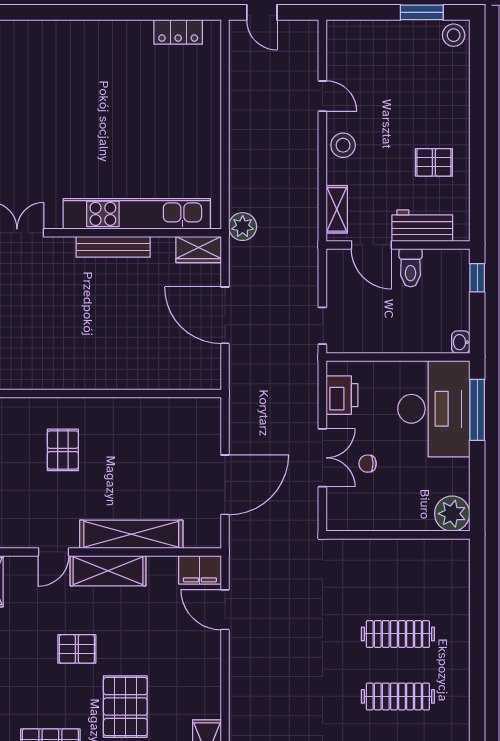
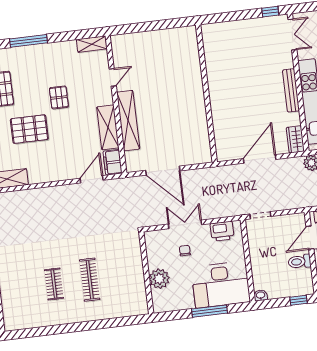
window: (477, 410) -> (209, 311), moved
pallet: (63, 450) -> (172, 76), removed
double door: (322, 458) -> (185, 224), swing flipped
plant: (452, 514) -> (159, 279), moved
door: (54, 552) -> (113, 77), swing flipped
shelving: (108, 571) -> (108, 127), moved
clothes rail: (398, 696) -> (54, 284), width x0.73

